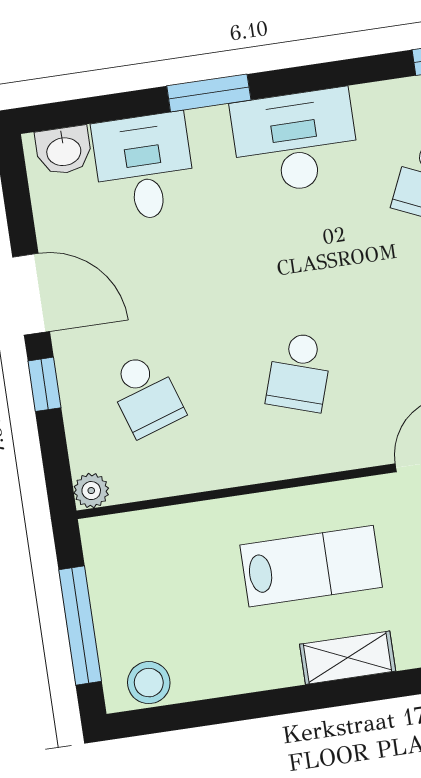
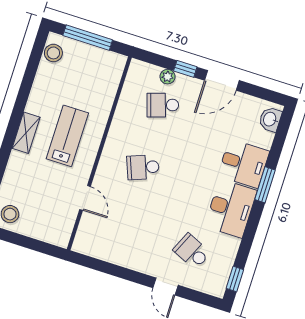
desk: (144, 167) -> (244, 164), moved
school desk: (299, 372) -> (143, 167), turned -39
plant: (91, 491) -> (168, 77), moved
lab bench: (311, 566) -> (67, 136), turned 180

